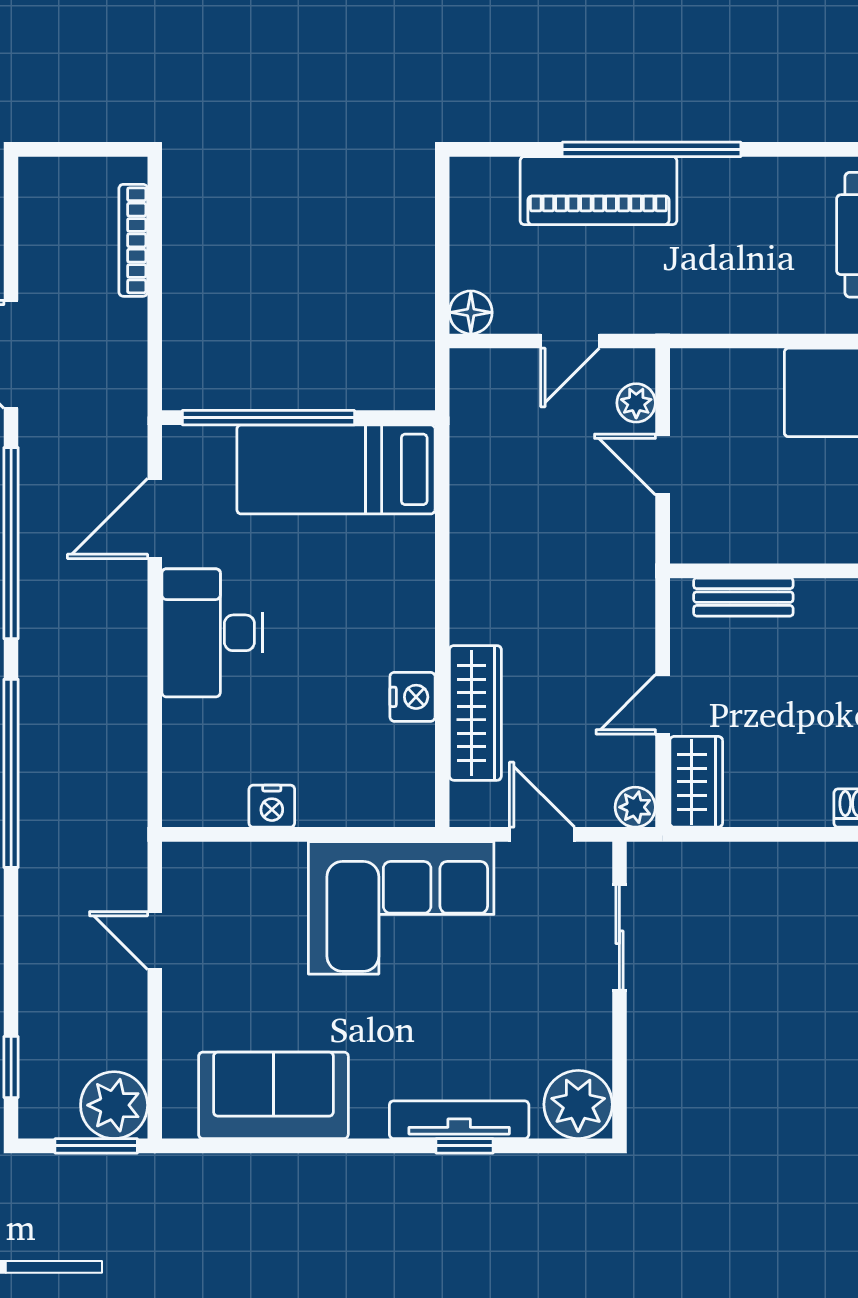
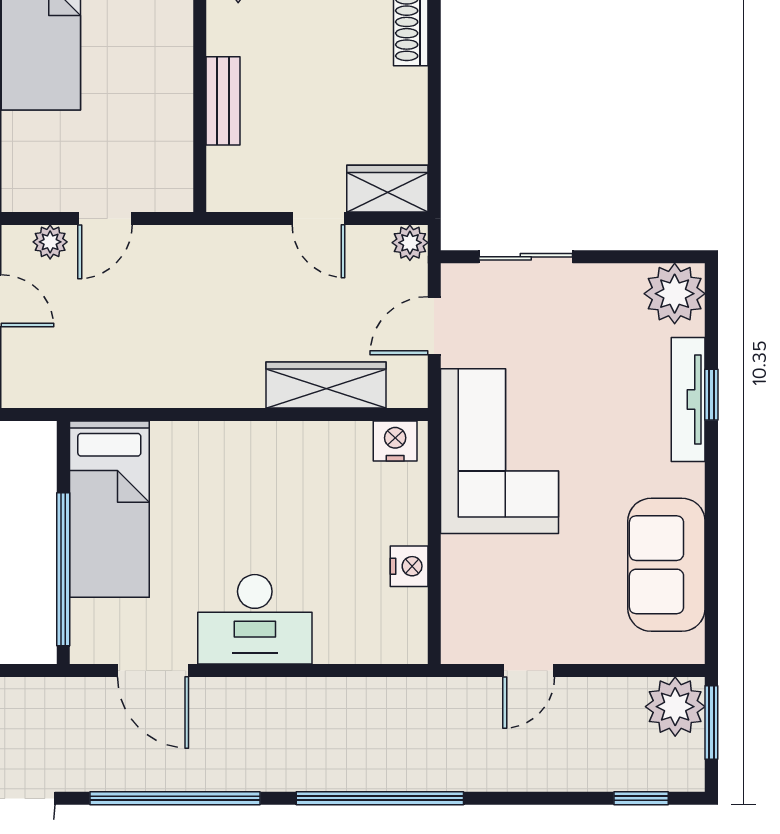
bench: (743, 597) -> (223, 101), moved
nightstand: (412, 697) -> (395, 441), moved

